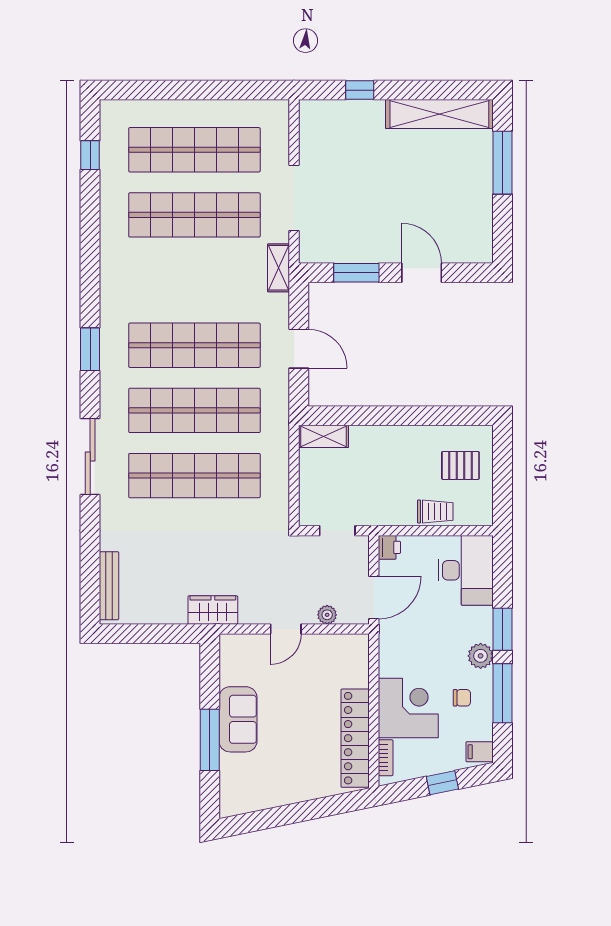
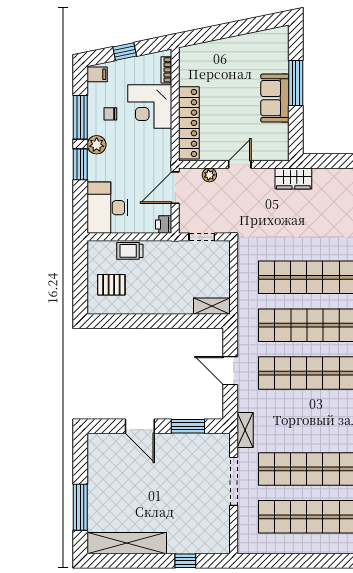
locker: (355, 738) -> (189, 123), moved

